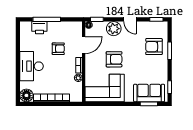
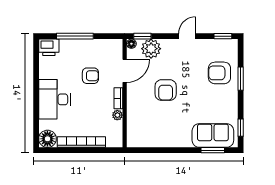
door: (130, 19) -> (187, 36), swing flipped
printer: (39, 28) -> (49, 47), moved
plant: (114, 29) -> (151, 49), moved
armchair: (114, 59) -> (166, 90), turned 90
corner sofa: (105, 88) -> (153, 129), removed

